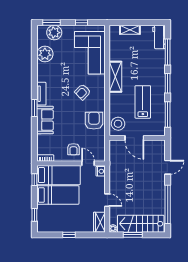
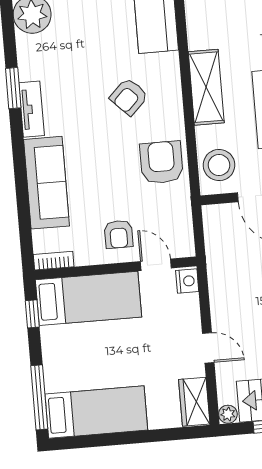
shelving: (115, 77) -> (206, 87), moved
window: (34, 108) -> (13, 88), moved
sofa: (45, 120) -> (47, 183), width x1.36
bed: (58, 195) -> (96, 412), moved
window: (34, 215) -> (39, 397), width x2.17
window: (69, 235) -> (125, 438), removed

